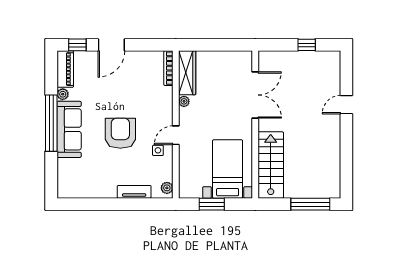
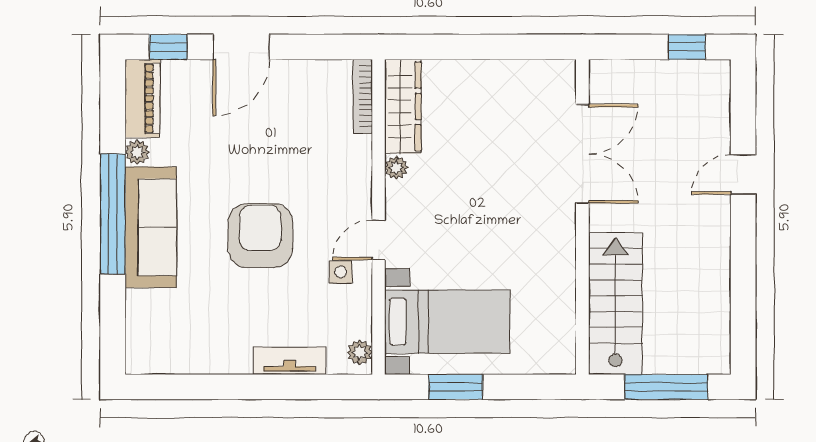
window: (307, 45) -> (687, 47), moved
double door: (255, 95) -> (582, 154), moved
wall: (255, 125) -> (582, 217), moved
stairs: (271, 165) -> (615, 303), moved
bed with nightstands: (228, 169) -> (447, 322), moved, turned 90

